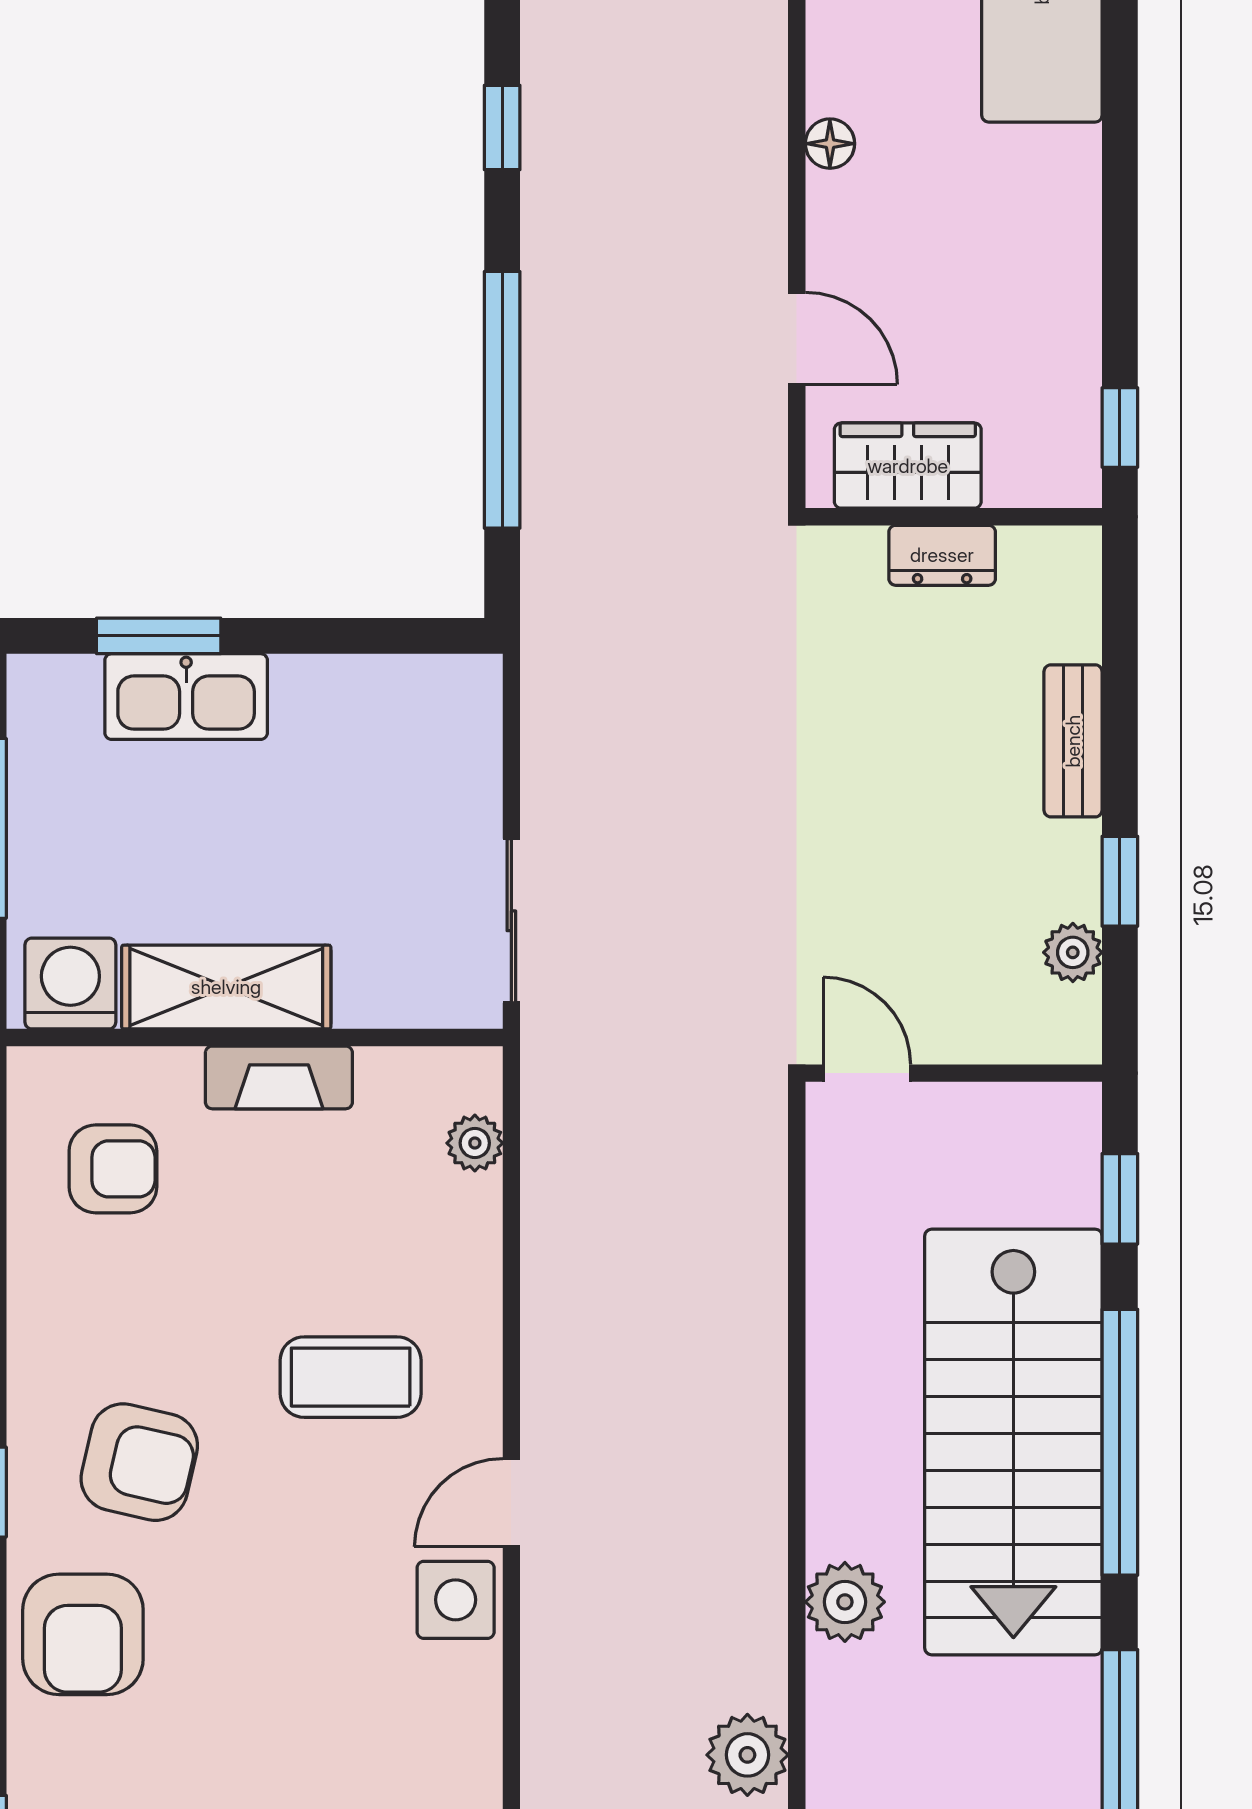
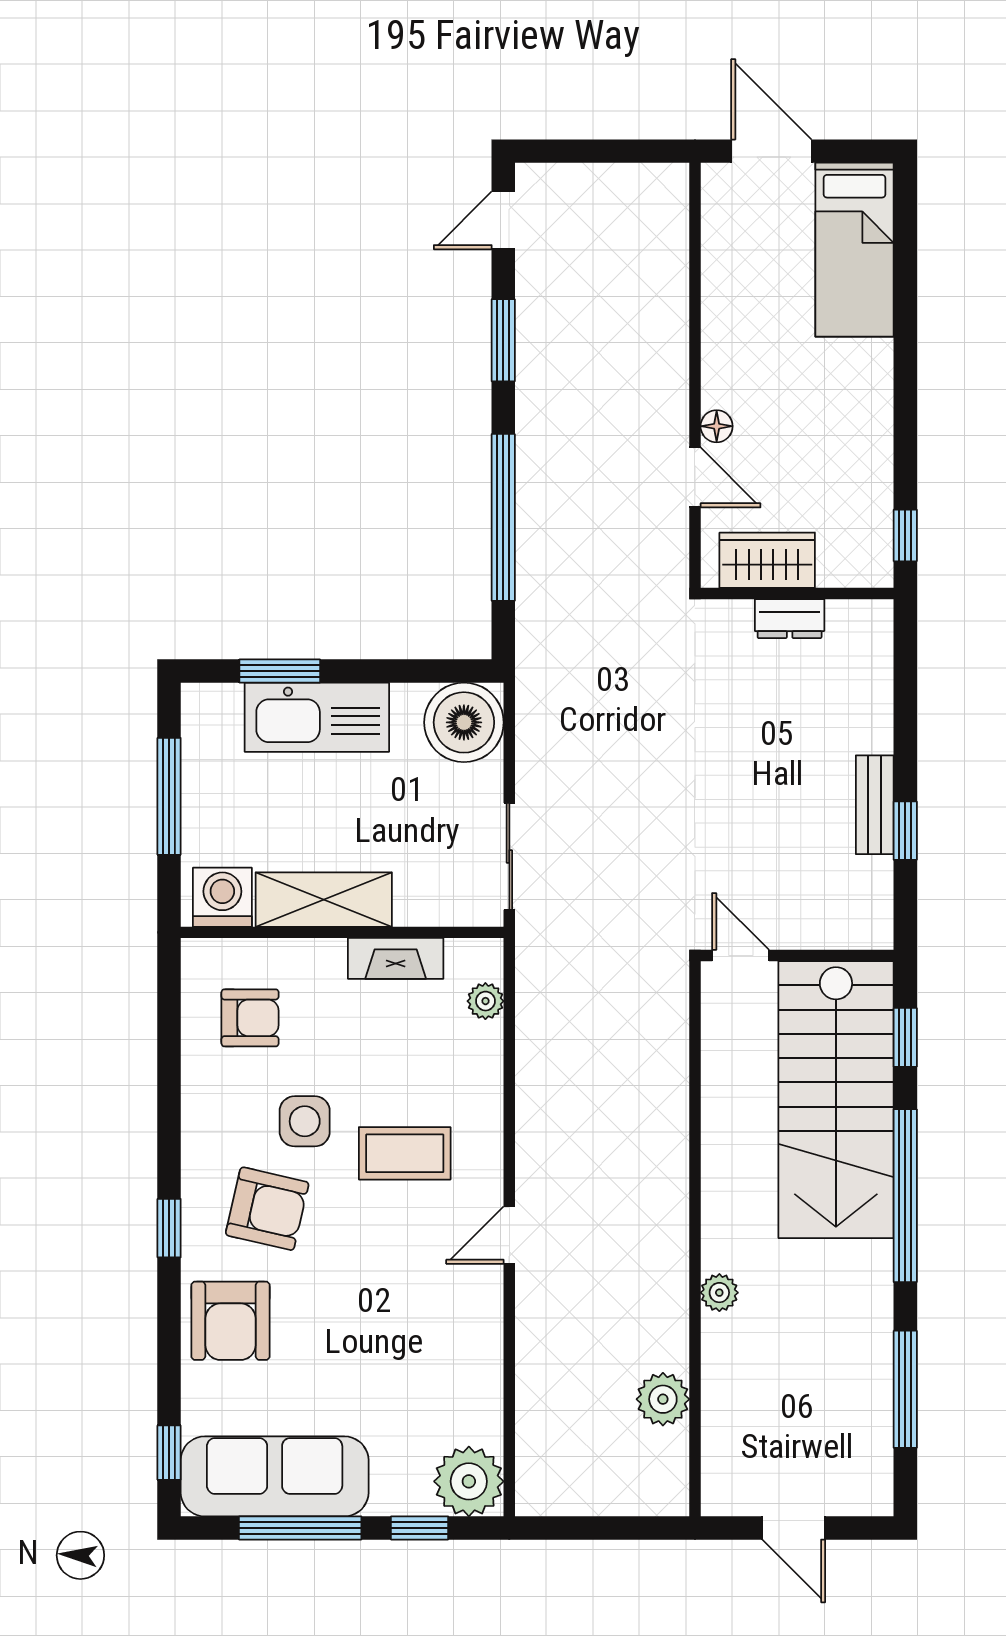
window: (502, 127) -> (503, 340), width x1.50
floor lamp: (830, 144) -> (717, 426), moved
kitchen sink: (186, 697) -> (317, 717), width x1.36, depth x1.24
boiler: (442, 715) -> (464, 722), added
bench: (1073, 741) -> (875, 805), moved
plant: (1073, 952) -> (875, 877), removed
fireplace: (279, 1077) -> (396, 958), moved
stairs: (1013, 1442) -> (836, 1100), moved
side table: (456, 1600) -> (305, 1121), moved
plant: (845, 1602) -> (719, 1293), width x0.73, depth x0.73

